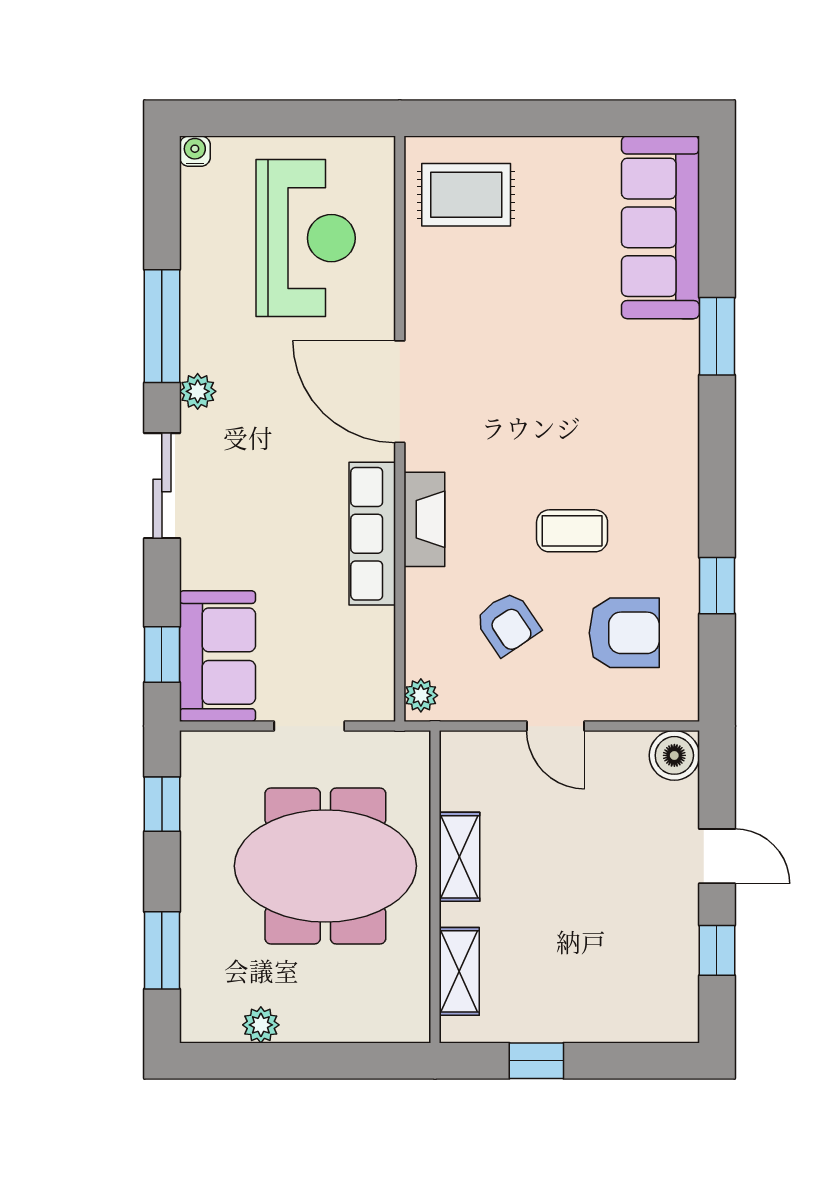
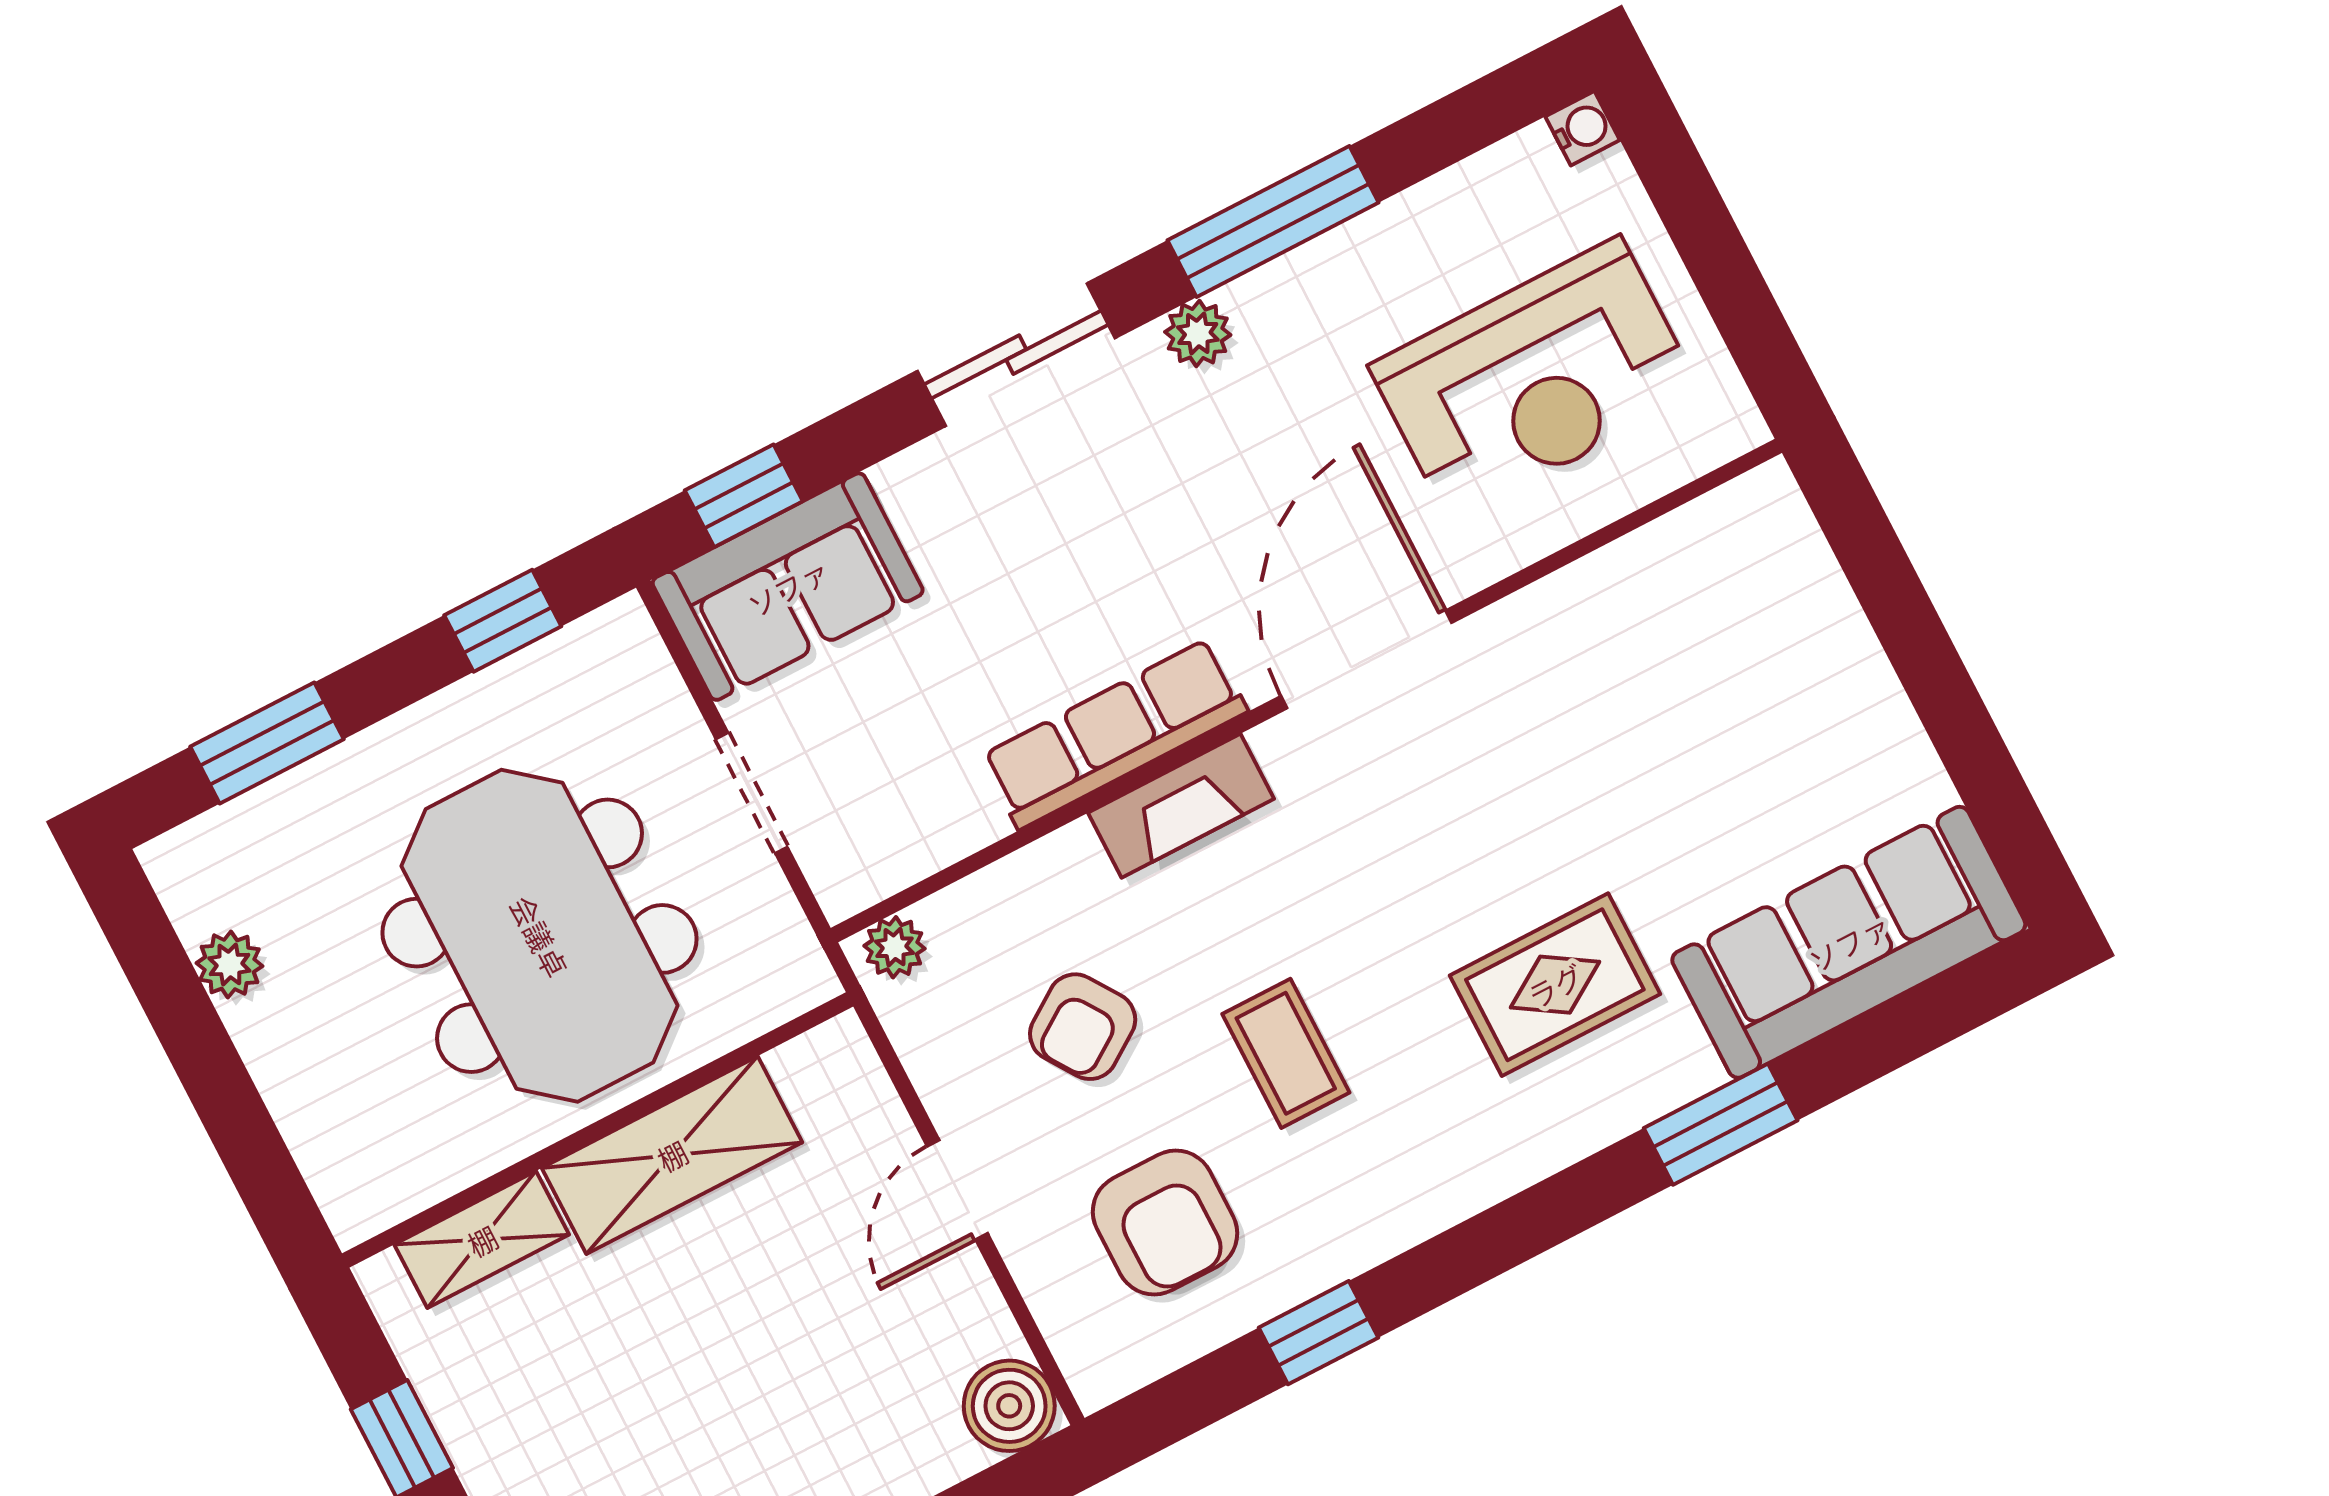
rug: (466, 195) -> (1555, 985), moved, turned 90
shelving: (460, 857) -> (672, 1155), width x1.50, depth x1.33

